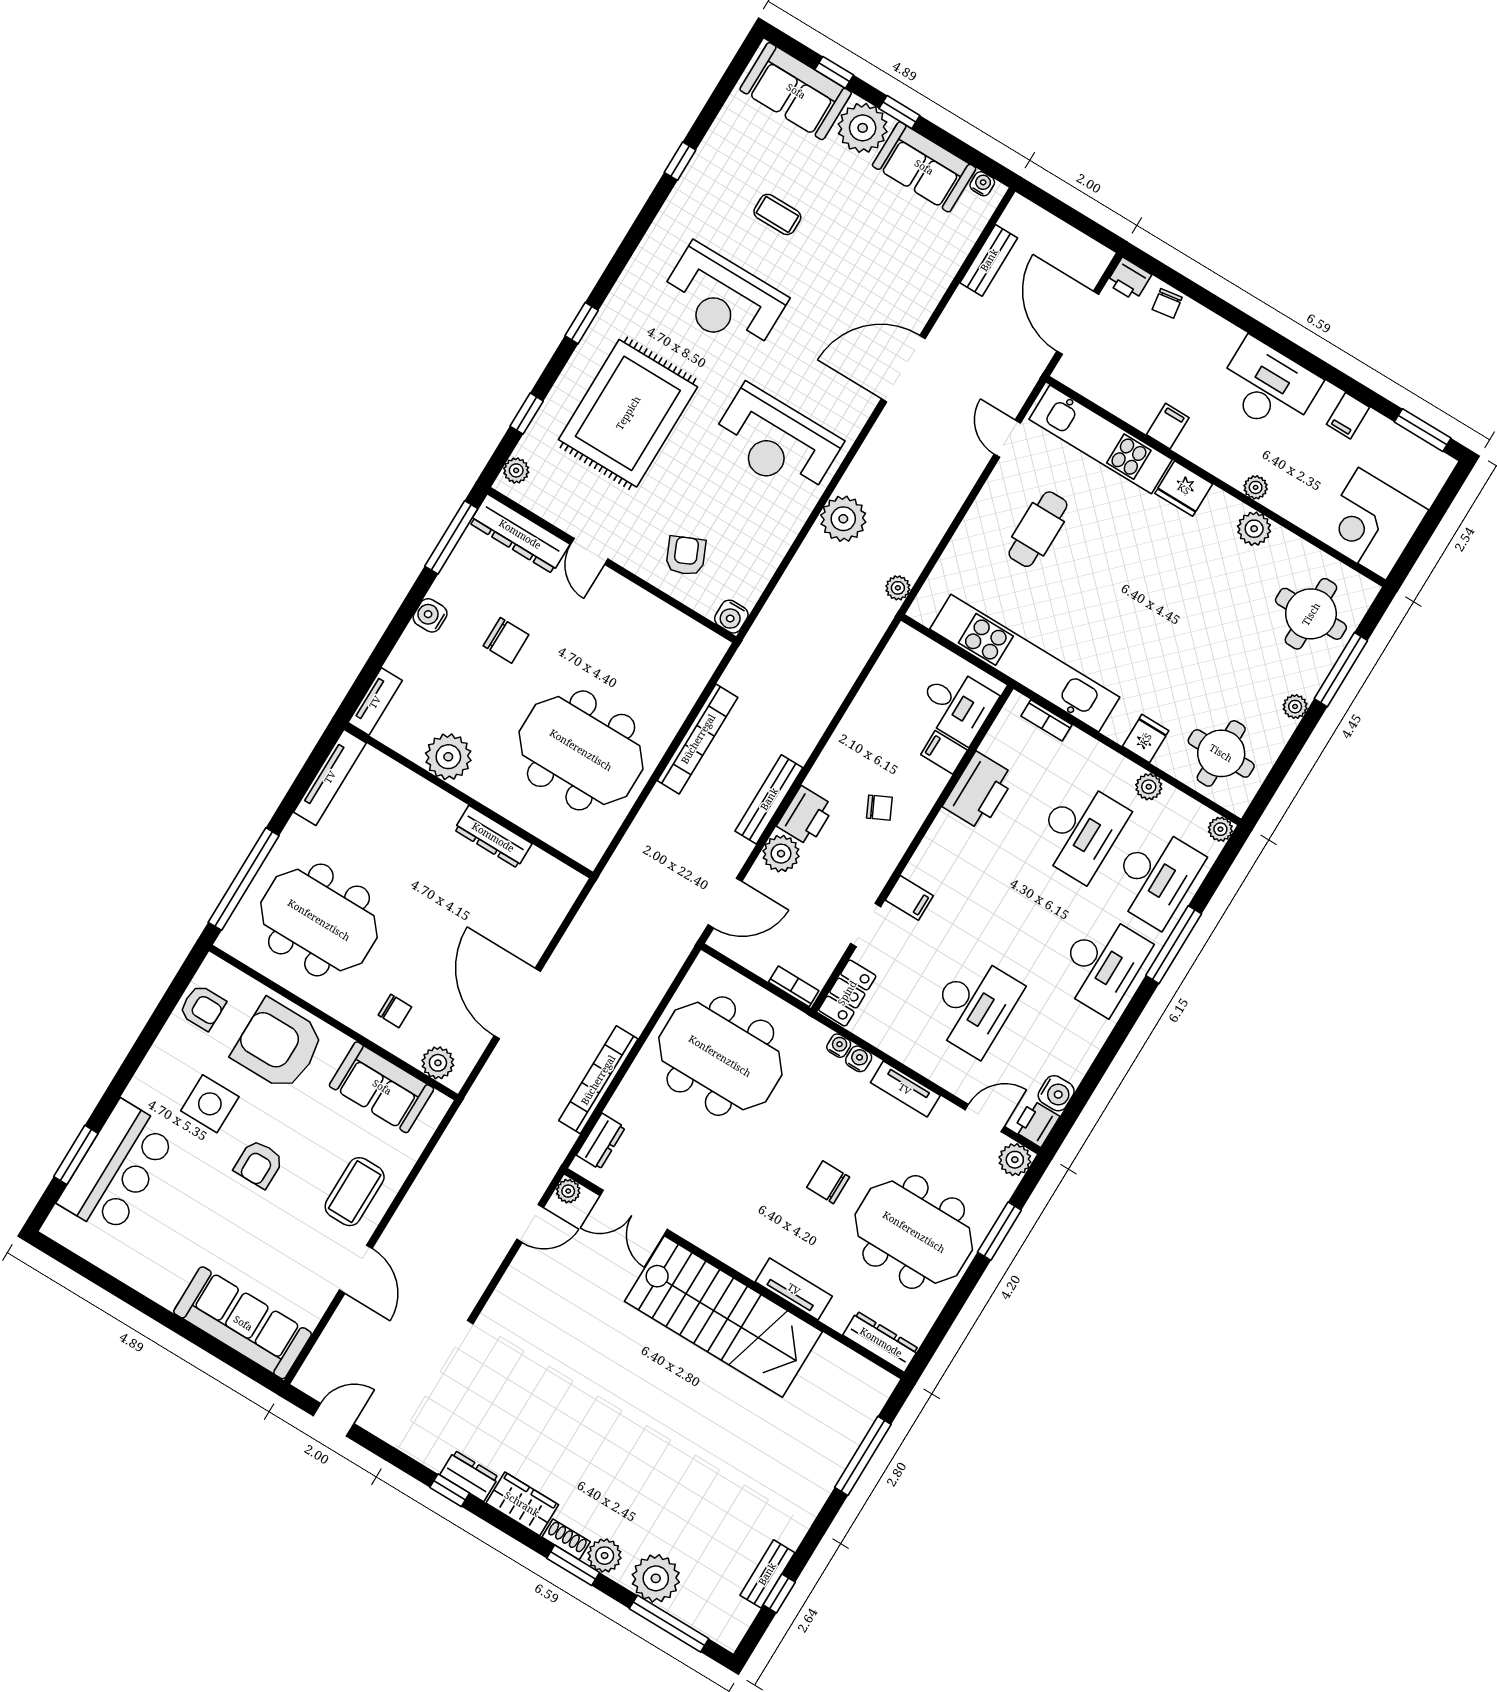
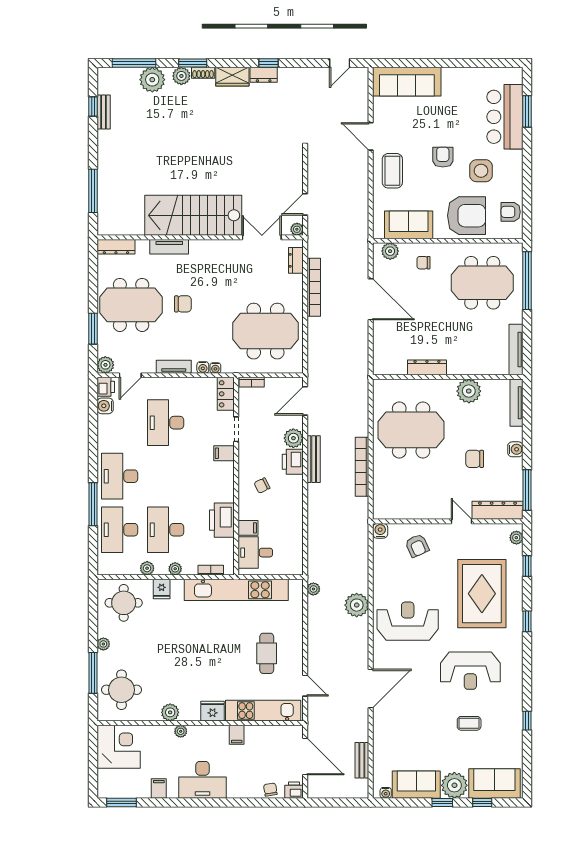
reception desk: (723, 299) -> (470, 671), turned 180
tv unit: (375, 702) -> (517, 403), width x1.41
plant: (1220, 829) -> (175, 569), moved

